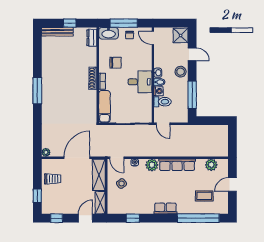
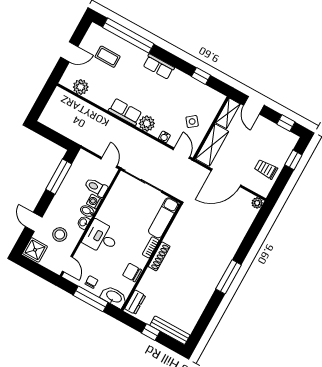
chair: (116, 63) -> (132, 273), moved
stool: (181, 72) -> (60, 235), moved
desk: (140, 82) -> (101, 237), moved
row of seats: (177, 165) -> (125, 112), width x0.68
door: (85, 218) -> (254, 105), hinge flipped

